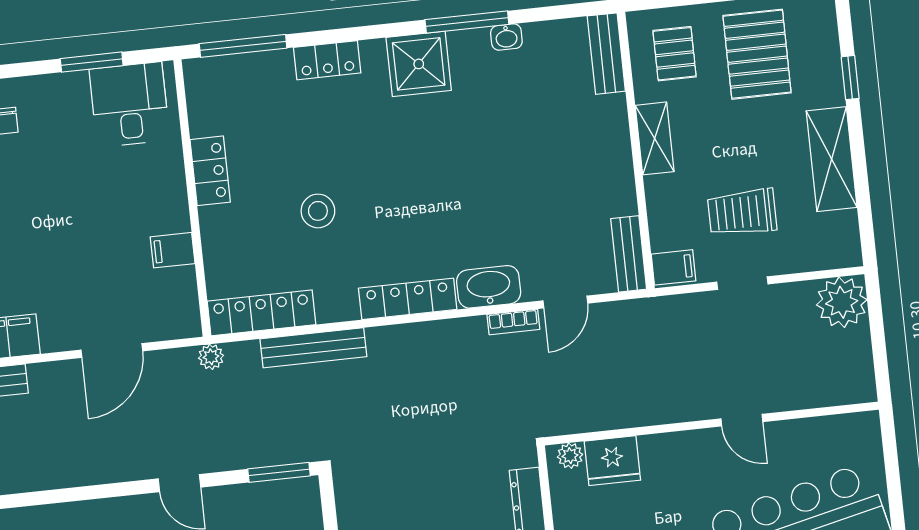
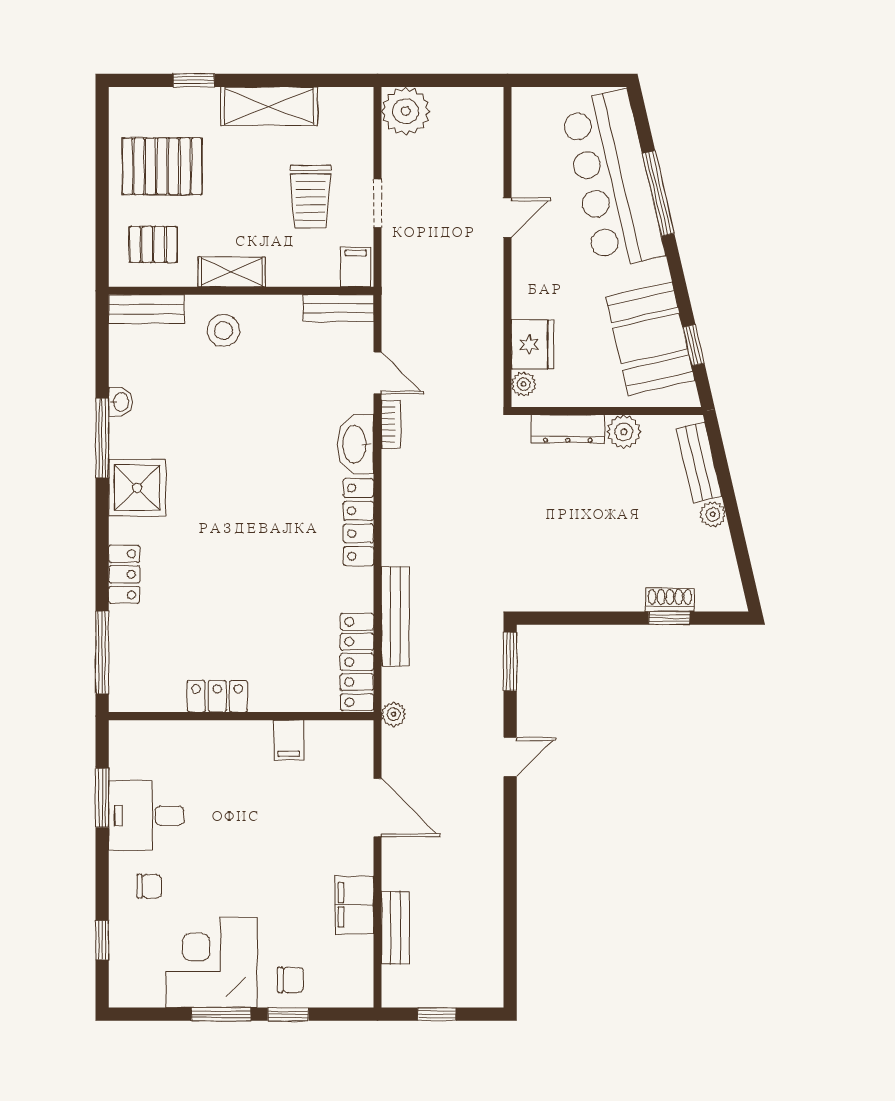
desk: (129, 105) -> (146, 816), moved
stool: (318, 211) -> (223, 330), moved

